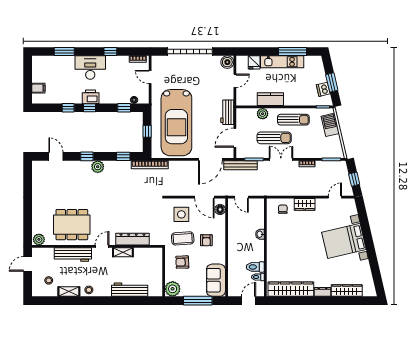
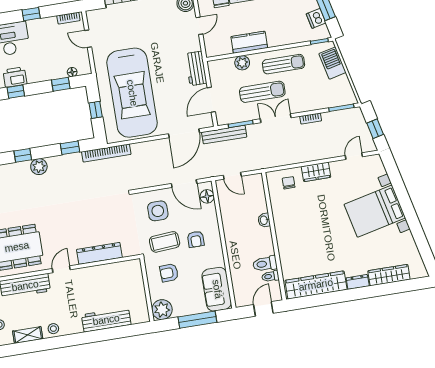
shelving: (123, 252) -> (90, 272), removed

